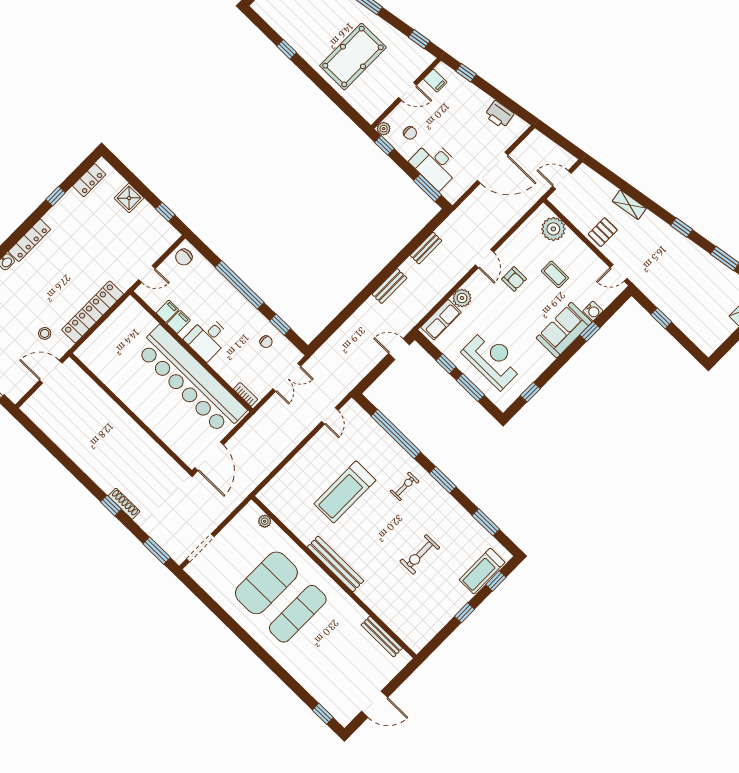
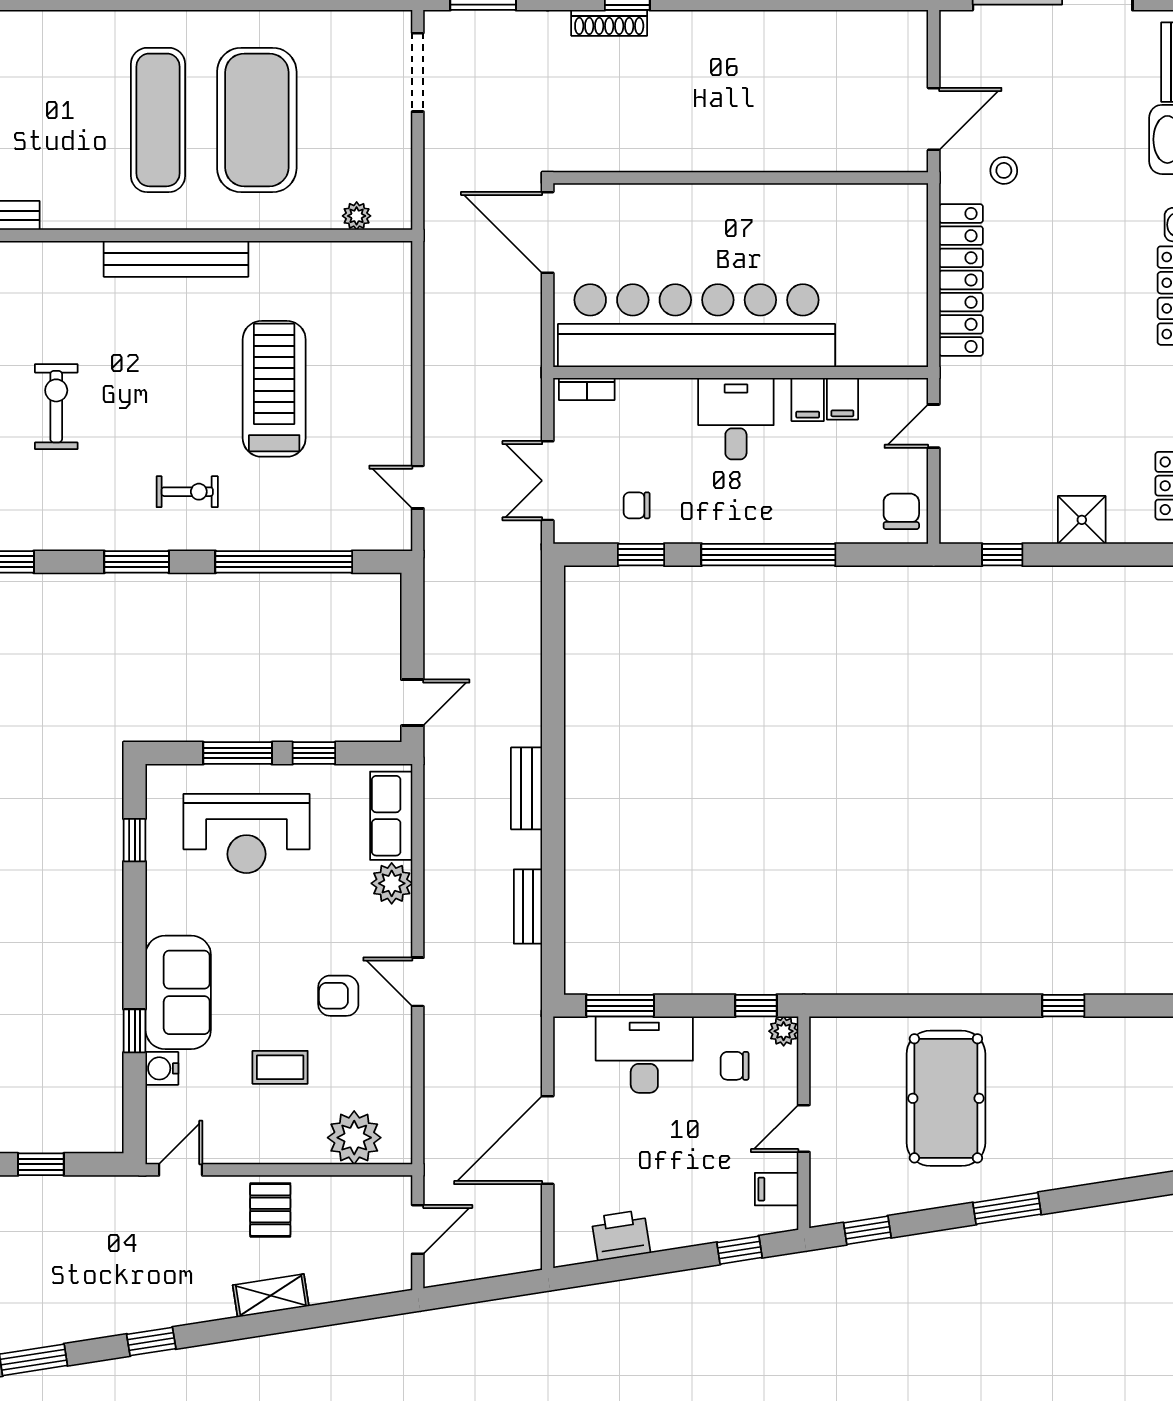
exercise bike: (405, 486) -> (187, 492), turned -90

